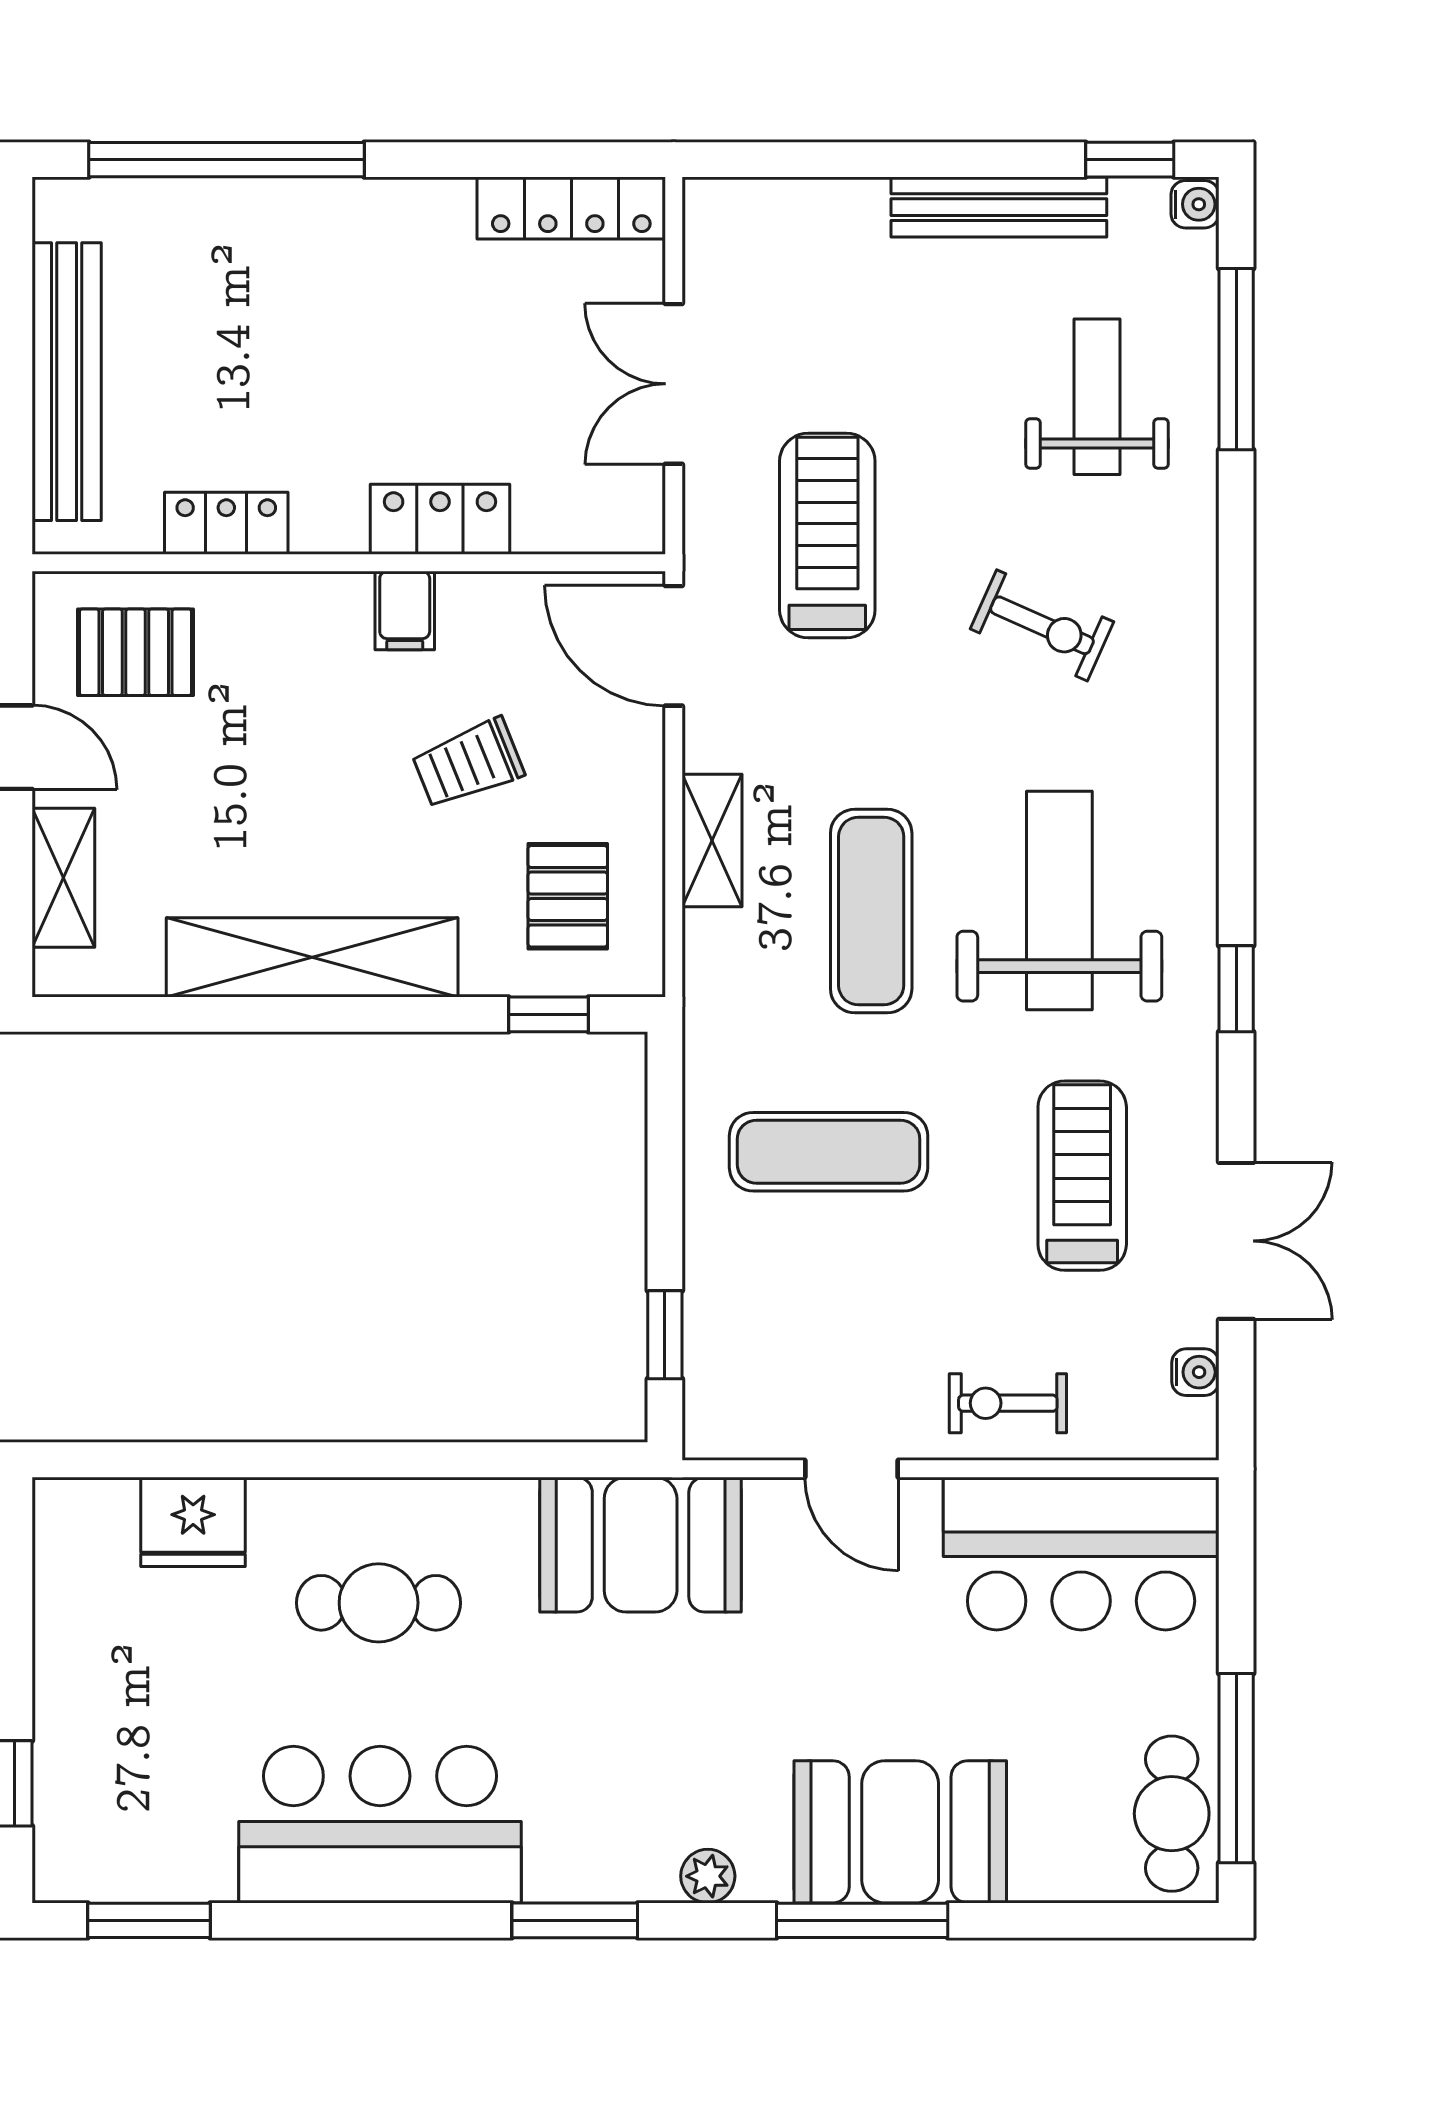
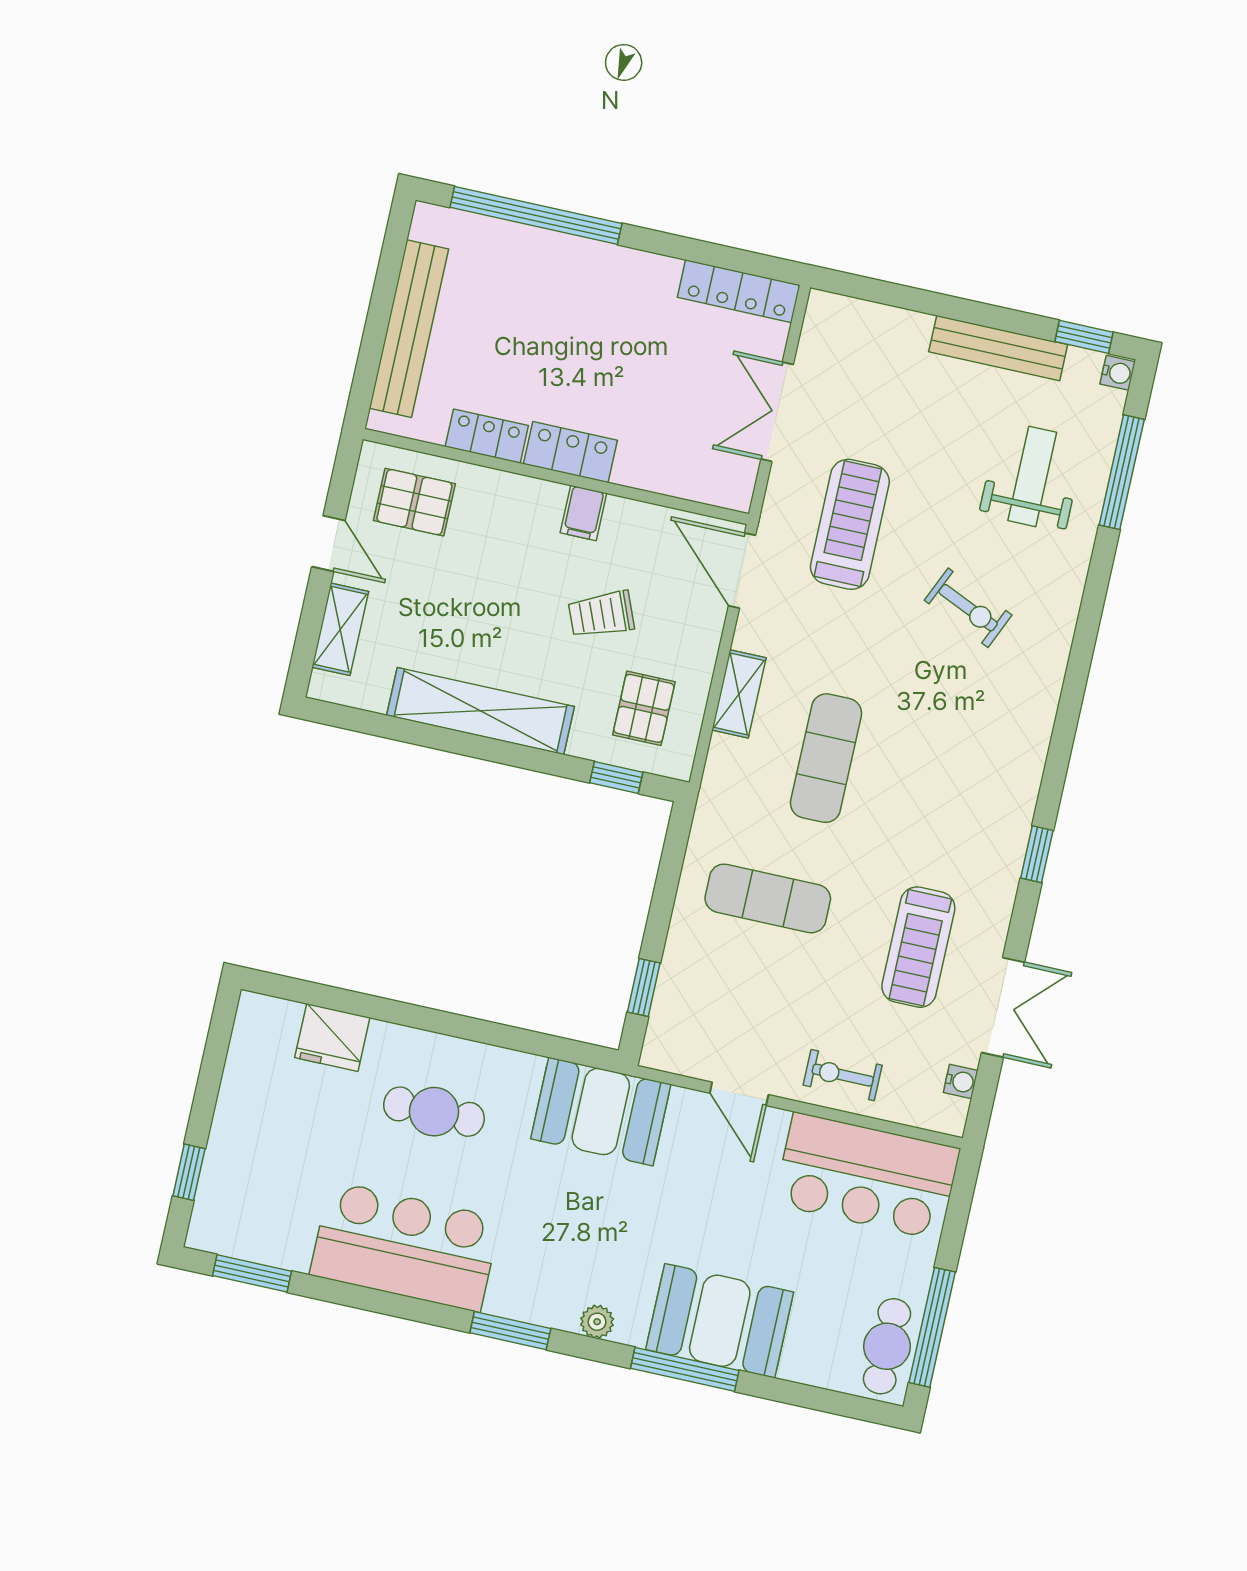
locker: (440, 519) -> (570, 452), moved
weight bench: (1059, 901) -> (942, 777), removed
treadmill: (1082, 1176) -> (918, 947), turned 180

